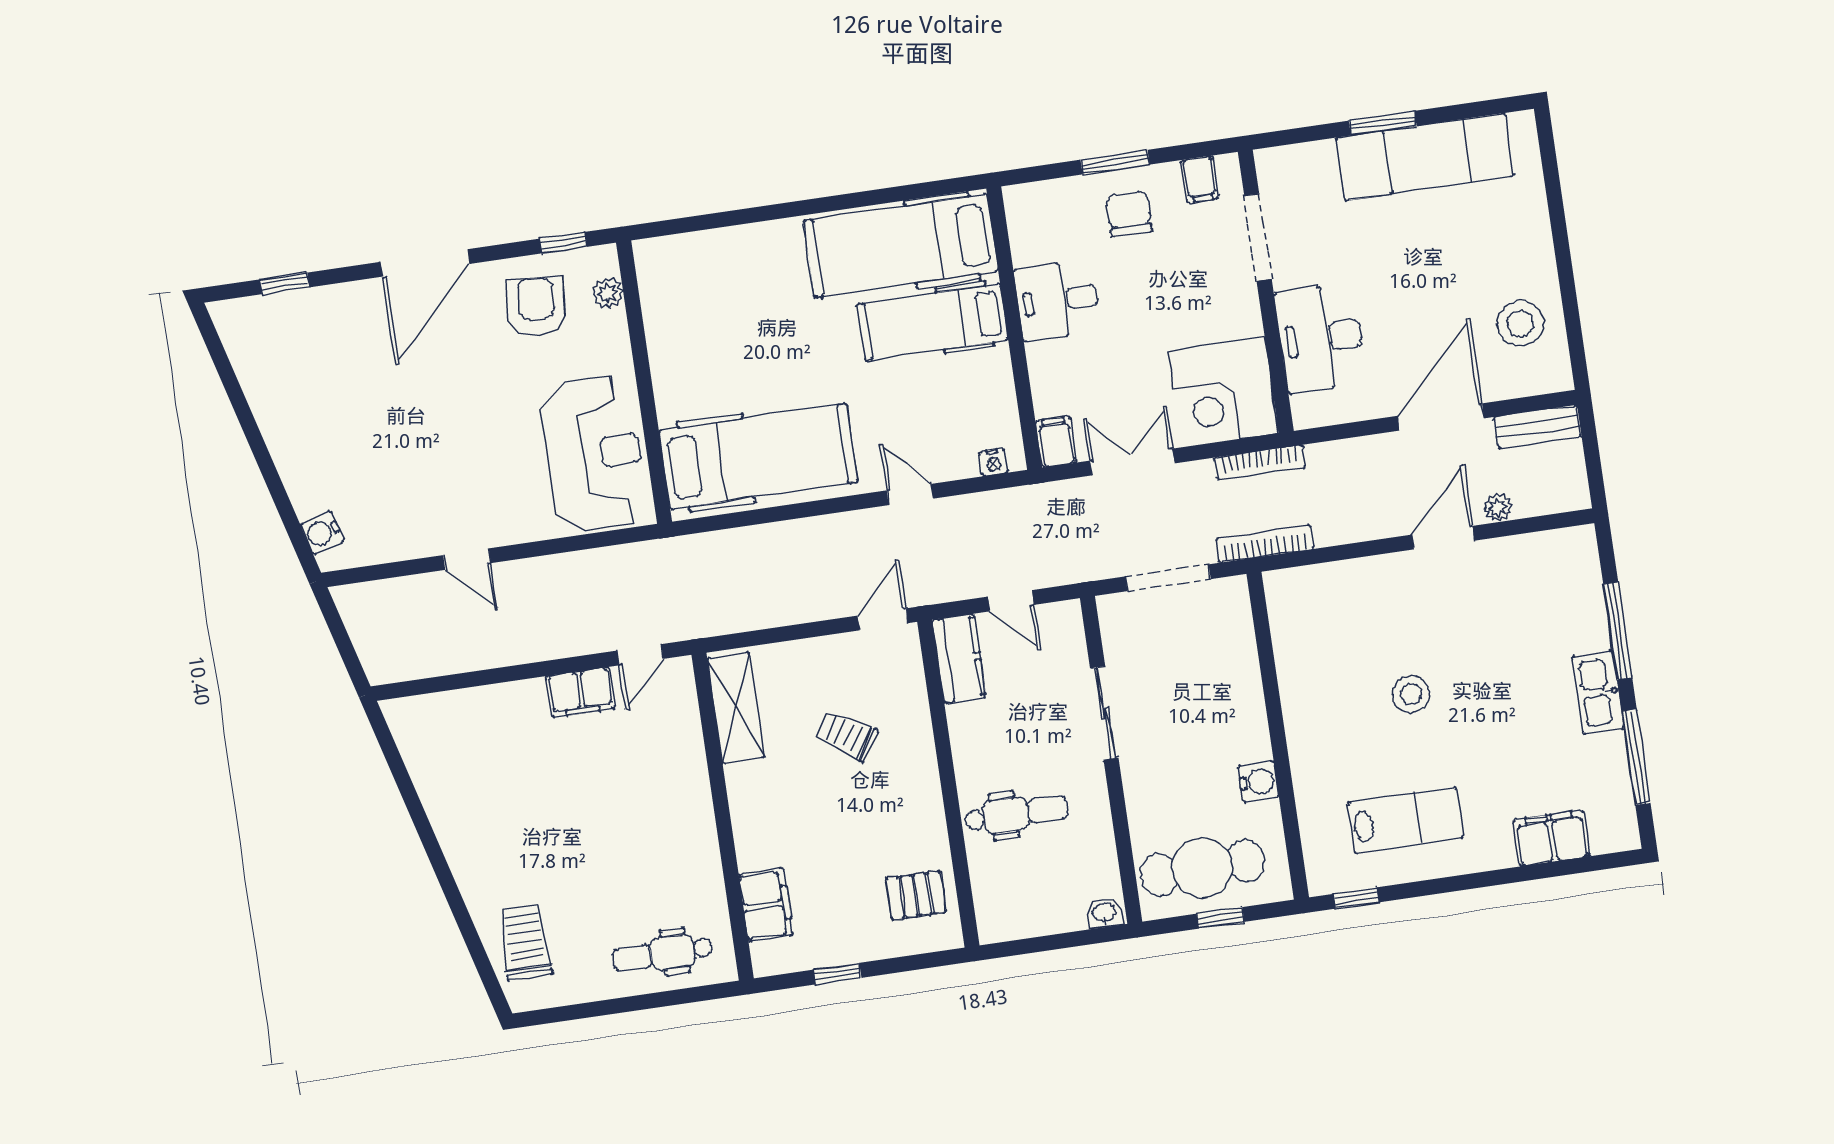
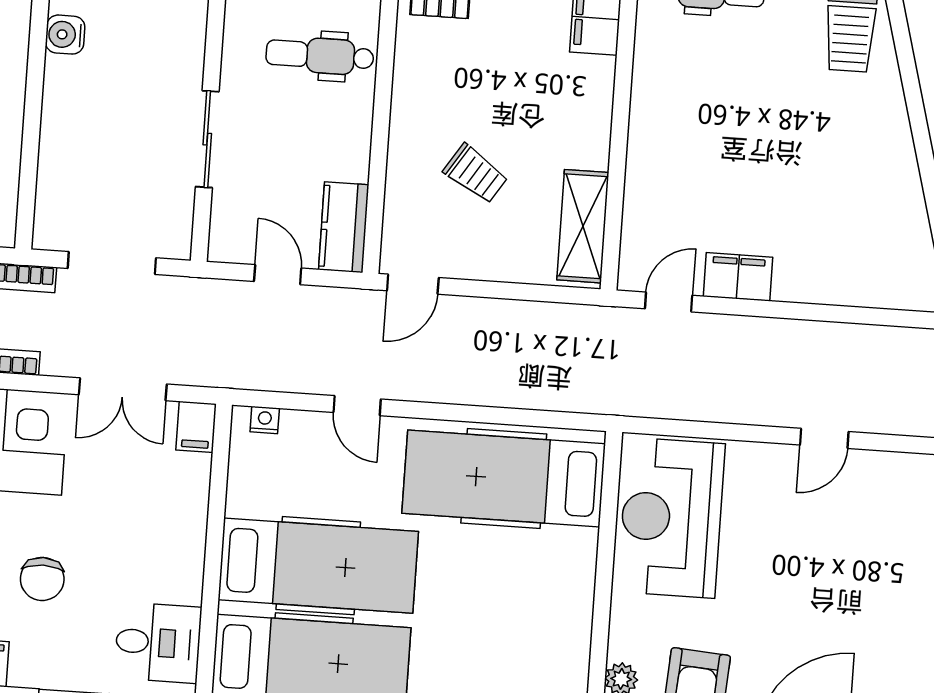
chair: (1129, 214) -> (42, 579), moved
desk: (1058, 300) -> (158, 643), moved
hospital bed: (933, 322) -> (318, 566), width x1.37, depth x1.29
door: (467, 559) -> (824, 438), swing flipped

